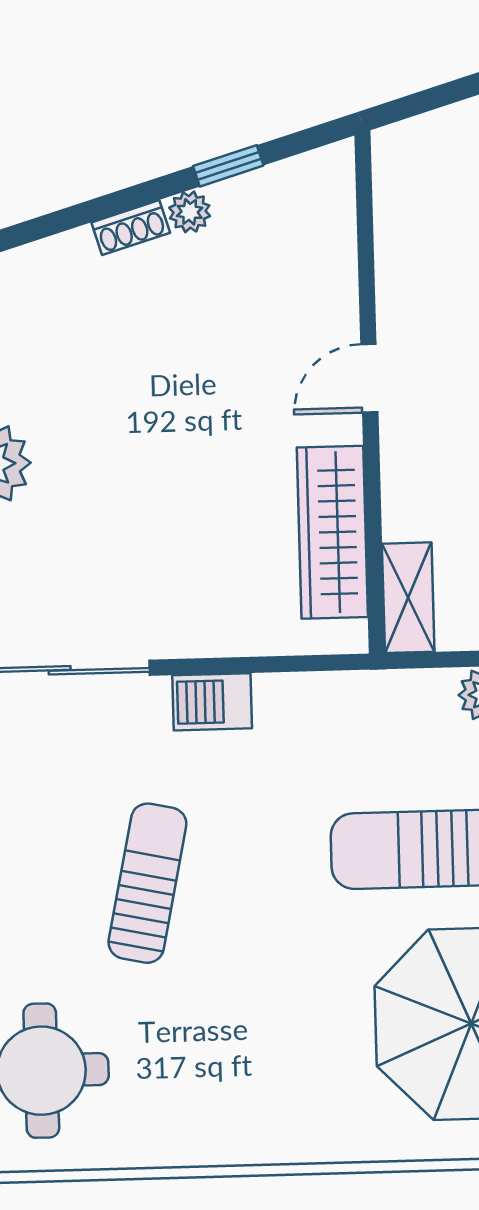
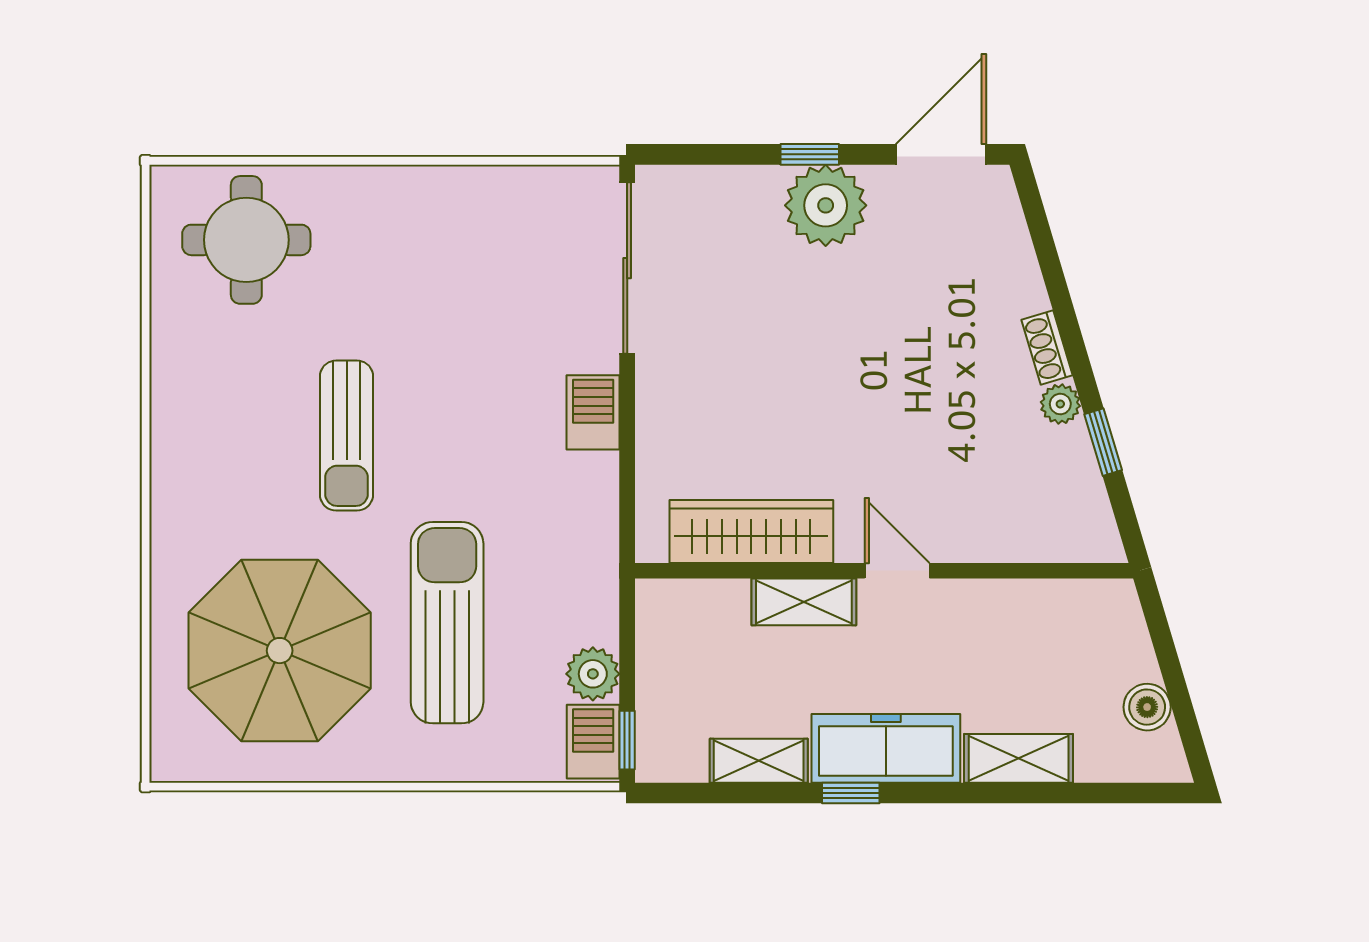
shelving: (408, 598) -> (804, 602), moved
sun lounger: (147, 883) -> (347, 436), moved, turned 78

